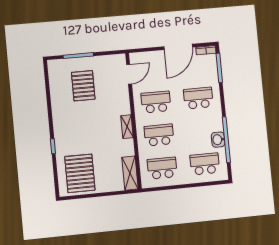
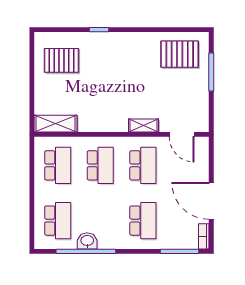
pallet: (83, 86) -> (180, 54), moved
shelving: (127, 127) -> (144, 126), moved
pallet: (80, 173) -> (61, 60), width x0.73, depth x0.71

